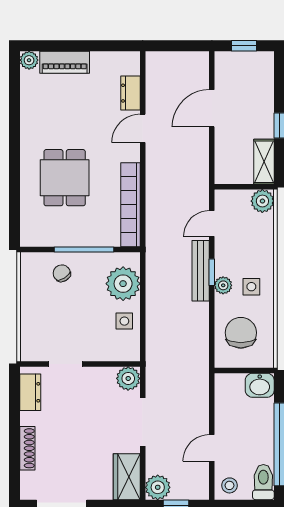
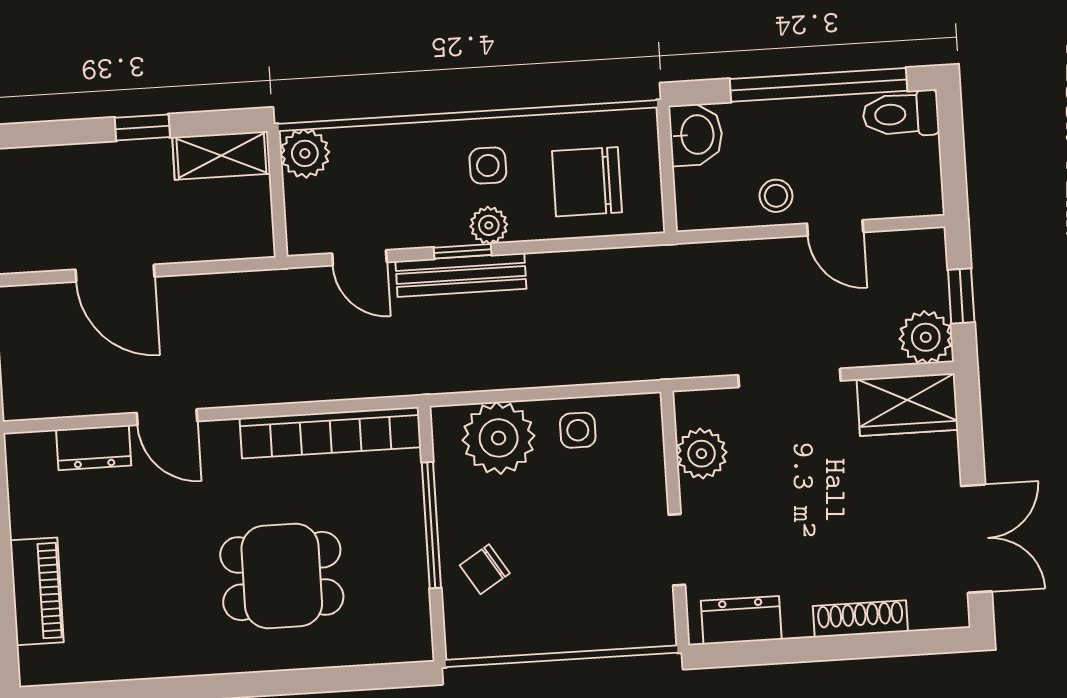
plant: (29, 60) -> (37, 667), removed
plant: (128, 378) -> (701, 454), moved
stool: (229, 485) -> (776, 196), moved

